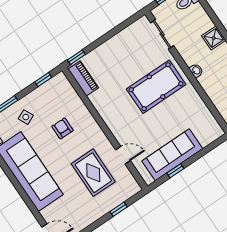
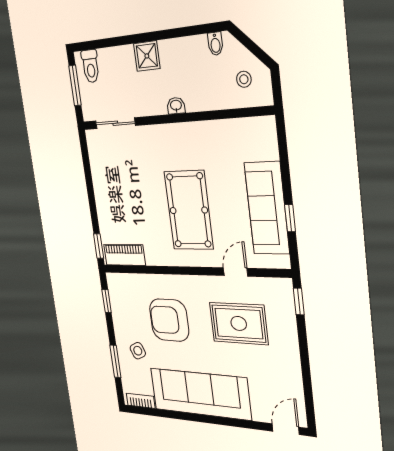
pool table: (156, 87) -> (189, 210), moved
armchair: (63, 128) -> (169, 320), width x1.88, depth x1.88
window: (119, 209) -> (299, 301), moved

